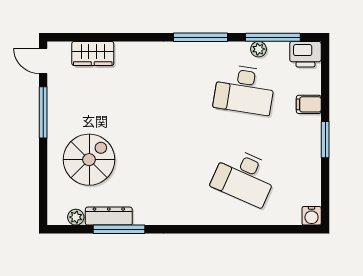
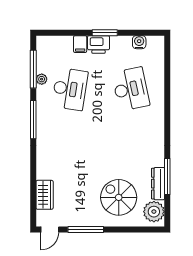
printer: (305, 54) -> (99, 45), moved, turned 90
desk: (244, 177) -> (131, 89), turned -36
water cooler: (312, 216) -> (139, 42), moved, turned -90
plant: (76, 217) -> (154, 212), width x1.88, depth x1.88

